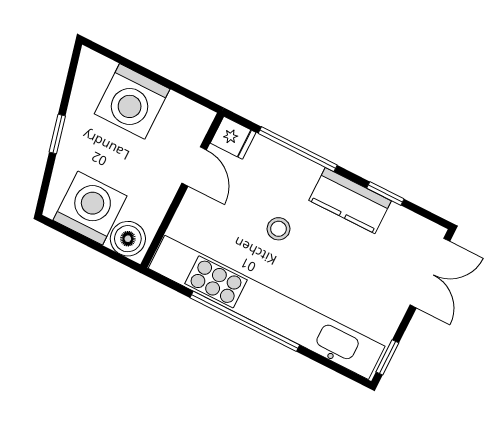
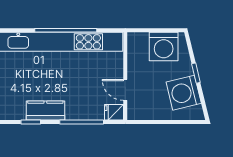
washing machine: (132, 101) -> (184, 93), moved, turned -104
stool: (278, 229) -> (72, 81), removed
boiler: (128, 239) -> (139, 41), removed

